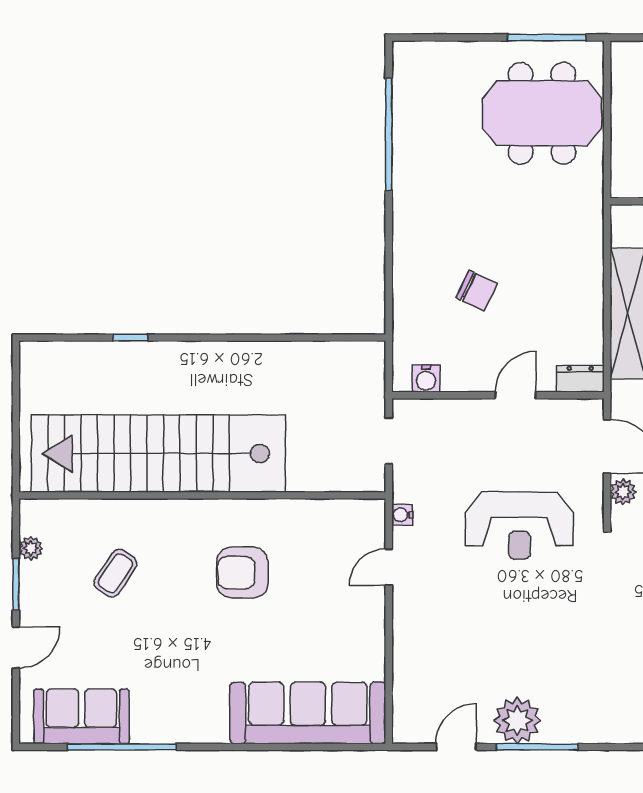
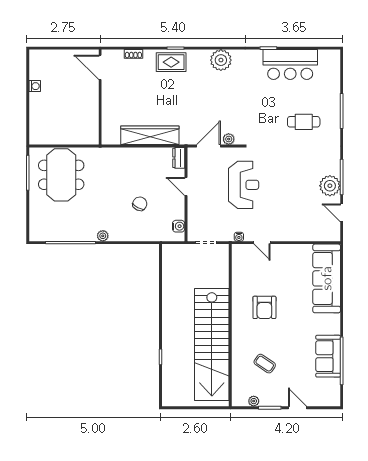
plant: (404, 207) -> (103, 236), added
sofa: (82, 716) -> (328, 356), moved

